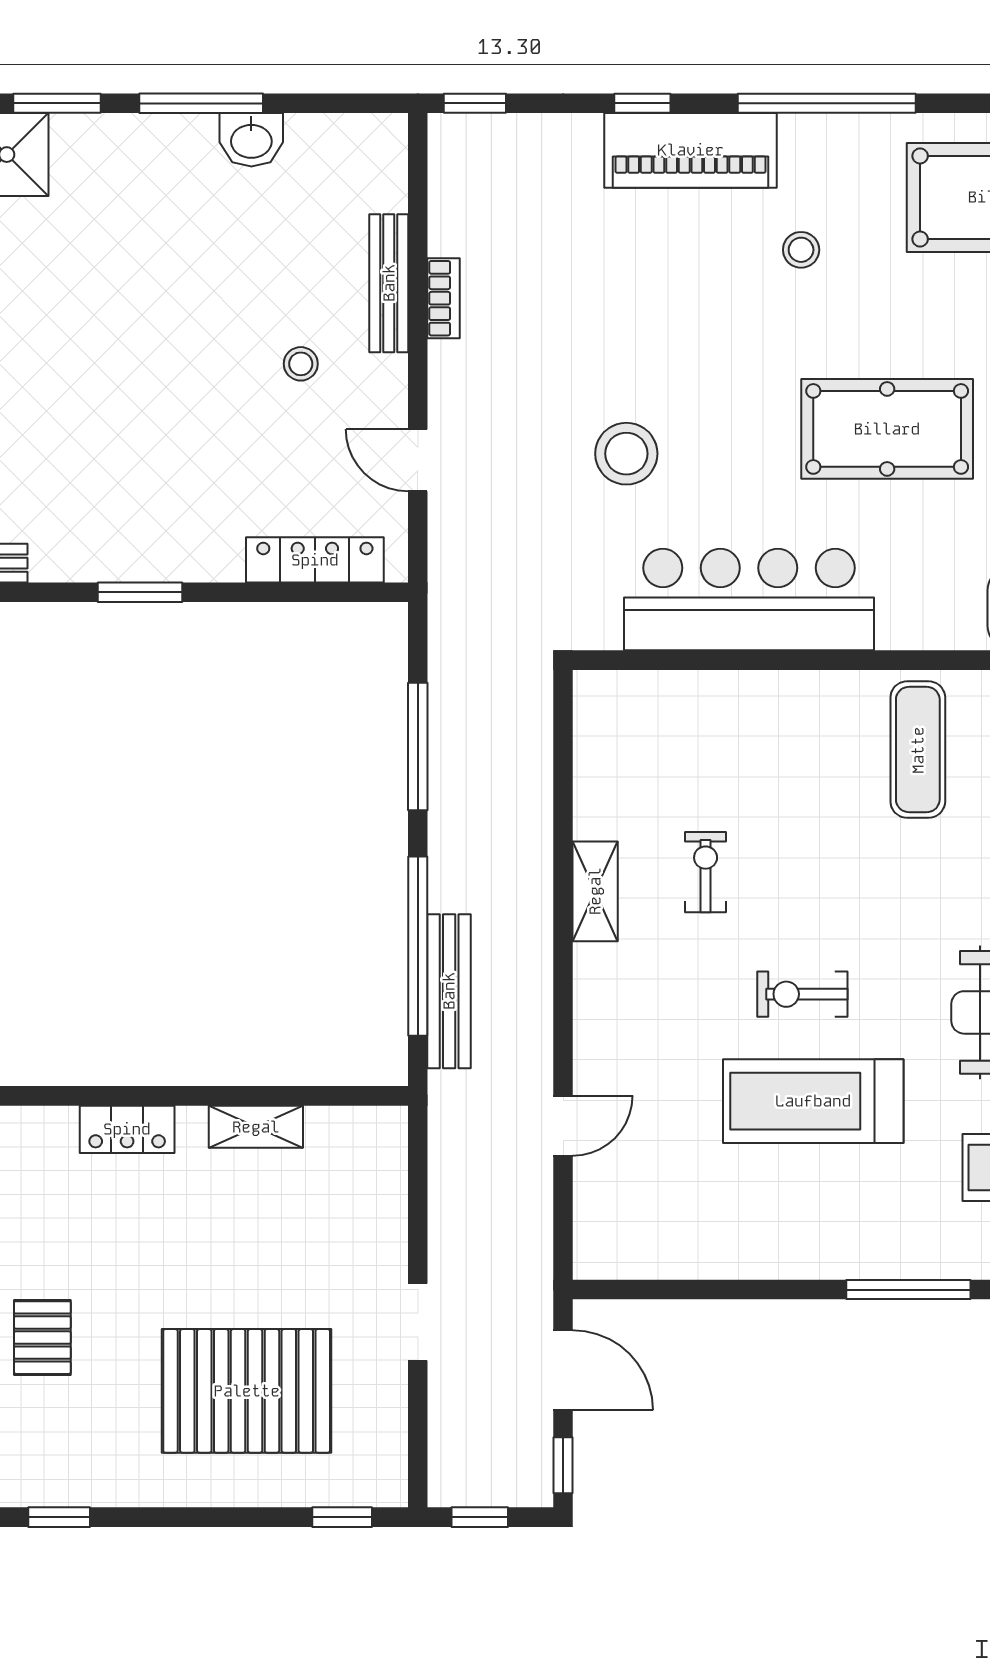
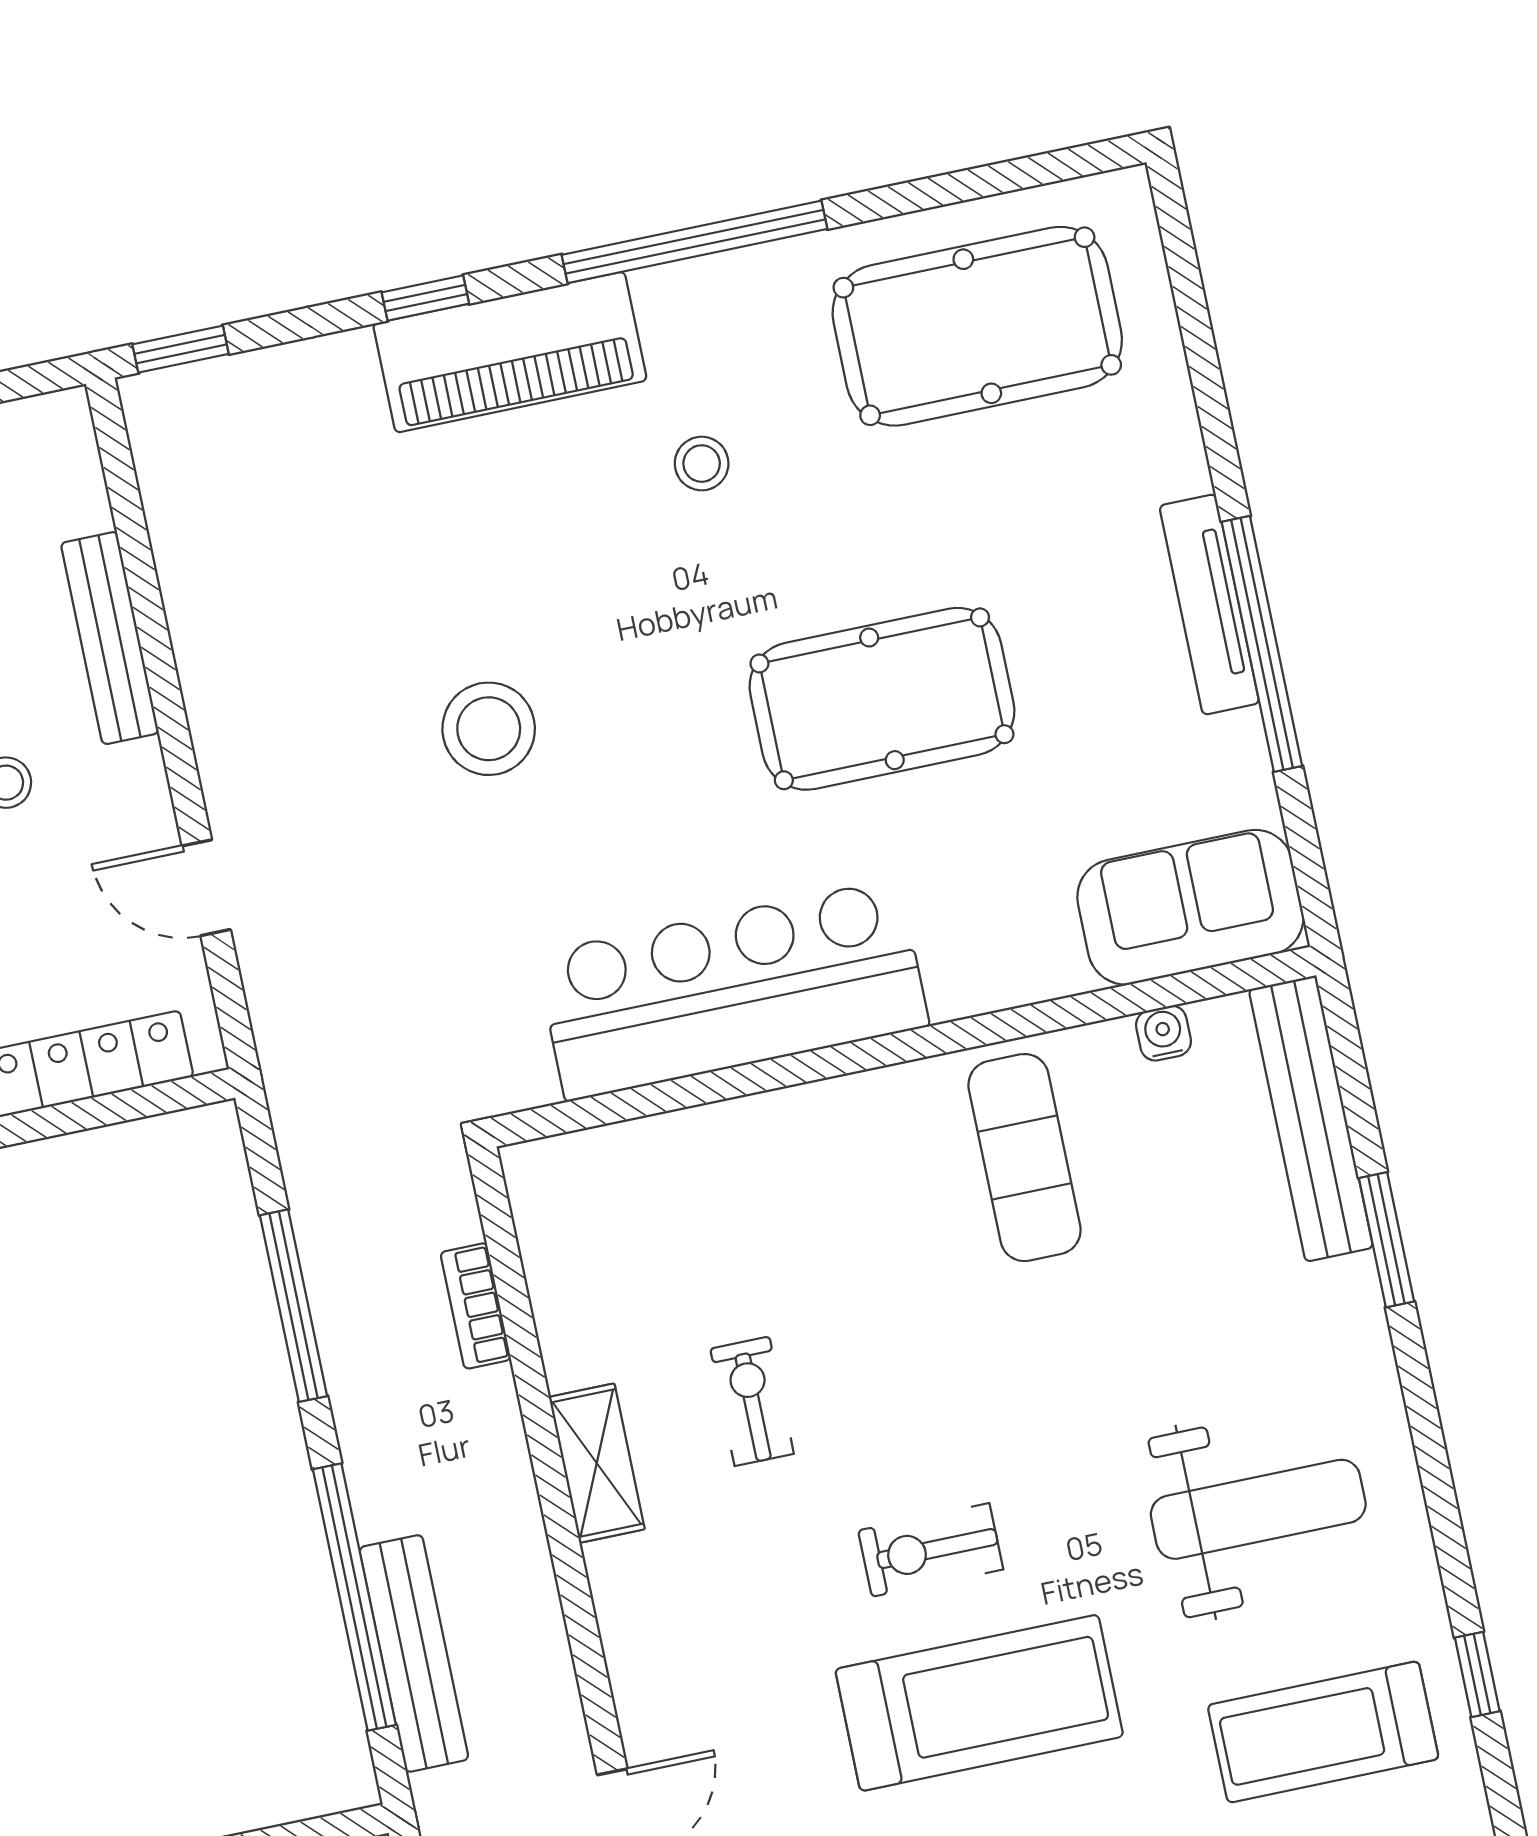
bookcase: (444, 298) -> (476, 1306), moved, turned 180
stool: (626, 454) -> (489, 729), moved
treadmill: (813, 1101) -> (979, 1703), turned 180

